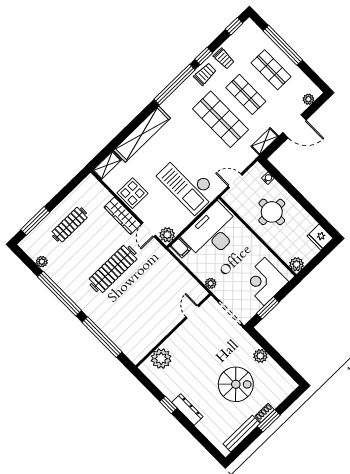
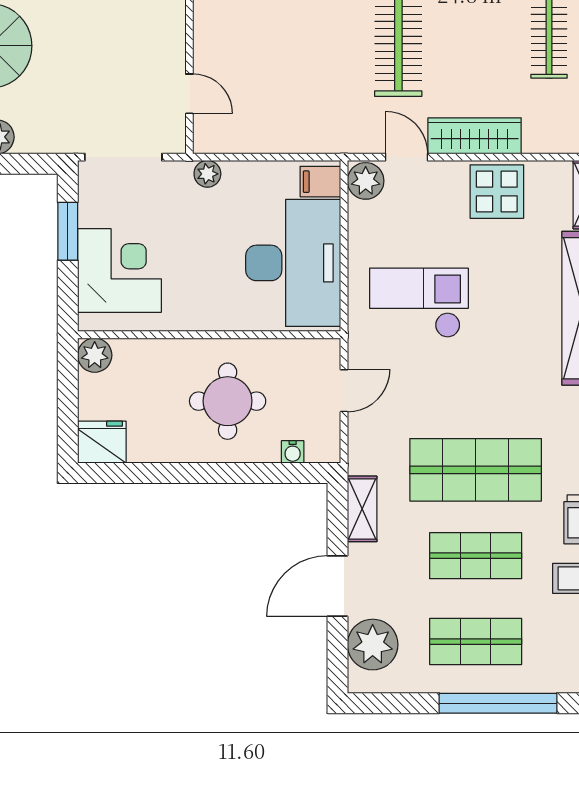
plant: (308, 99) -> (373, 645), width x1.87, depth x1.87
checkout: (188, 184) -> (419, 303), width x0.73, depth x0.83

